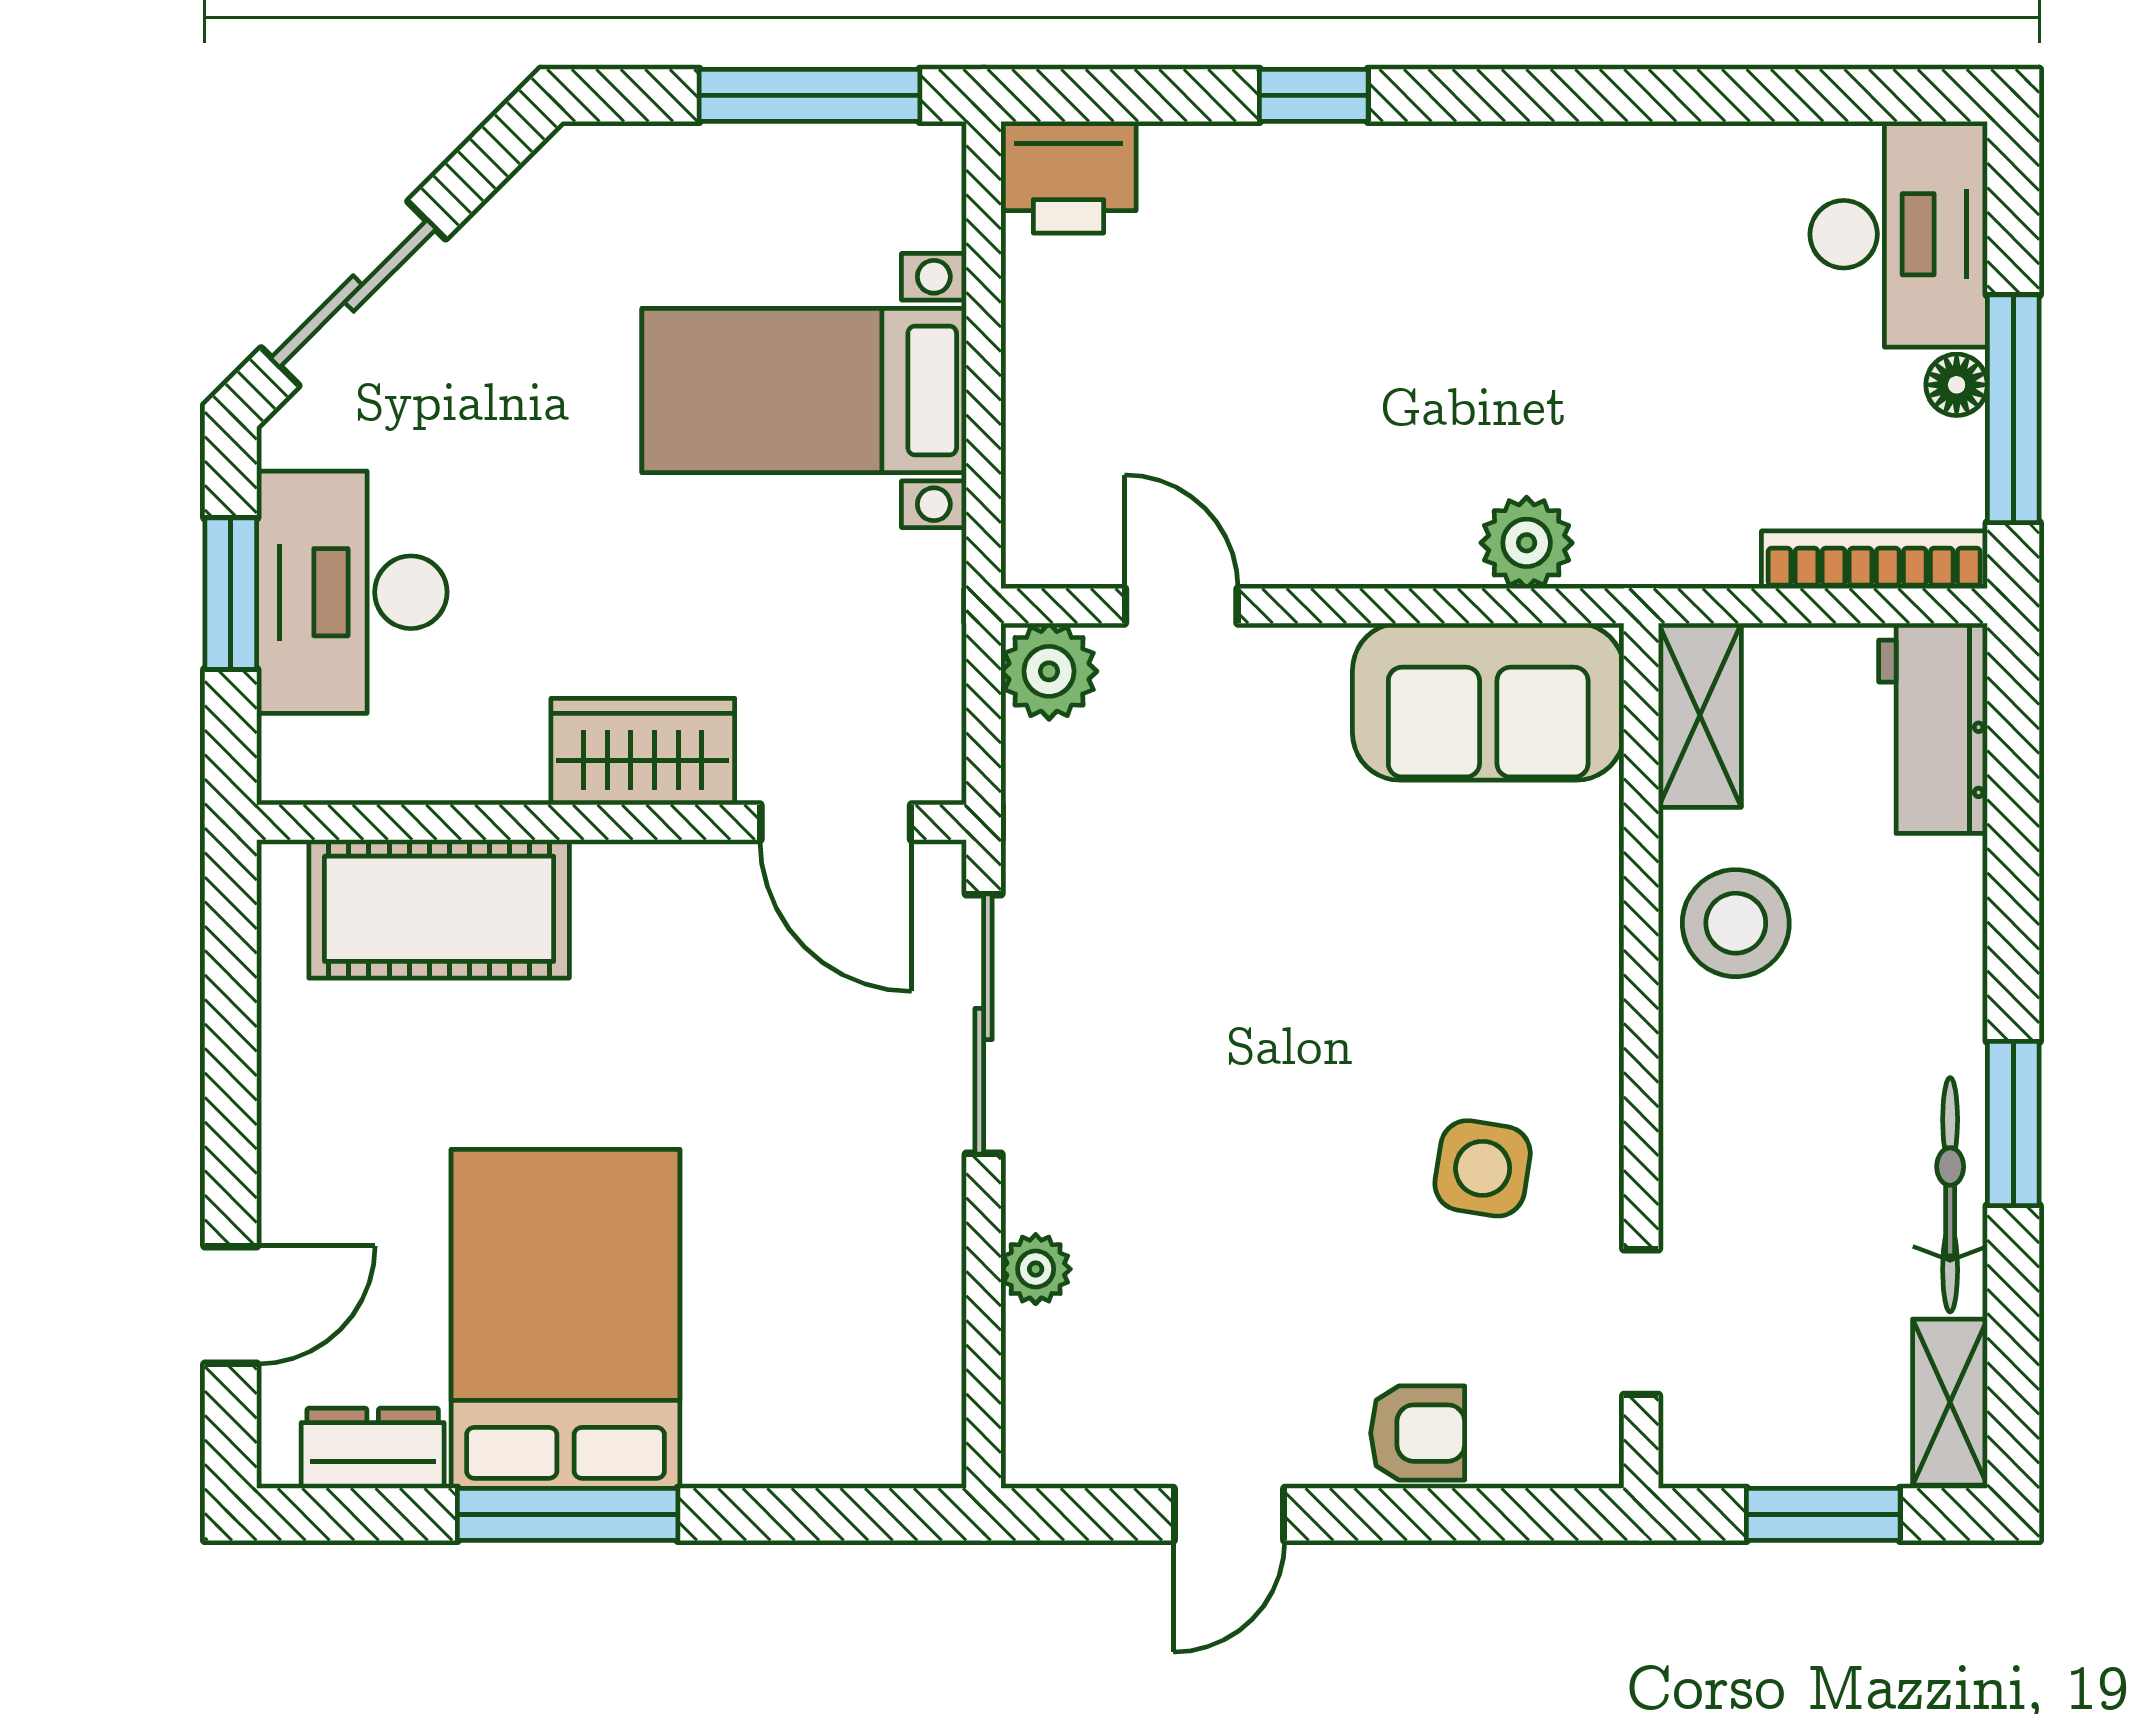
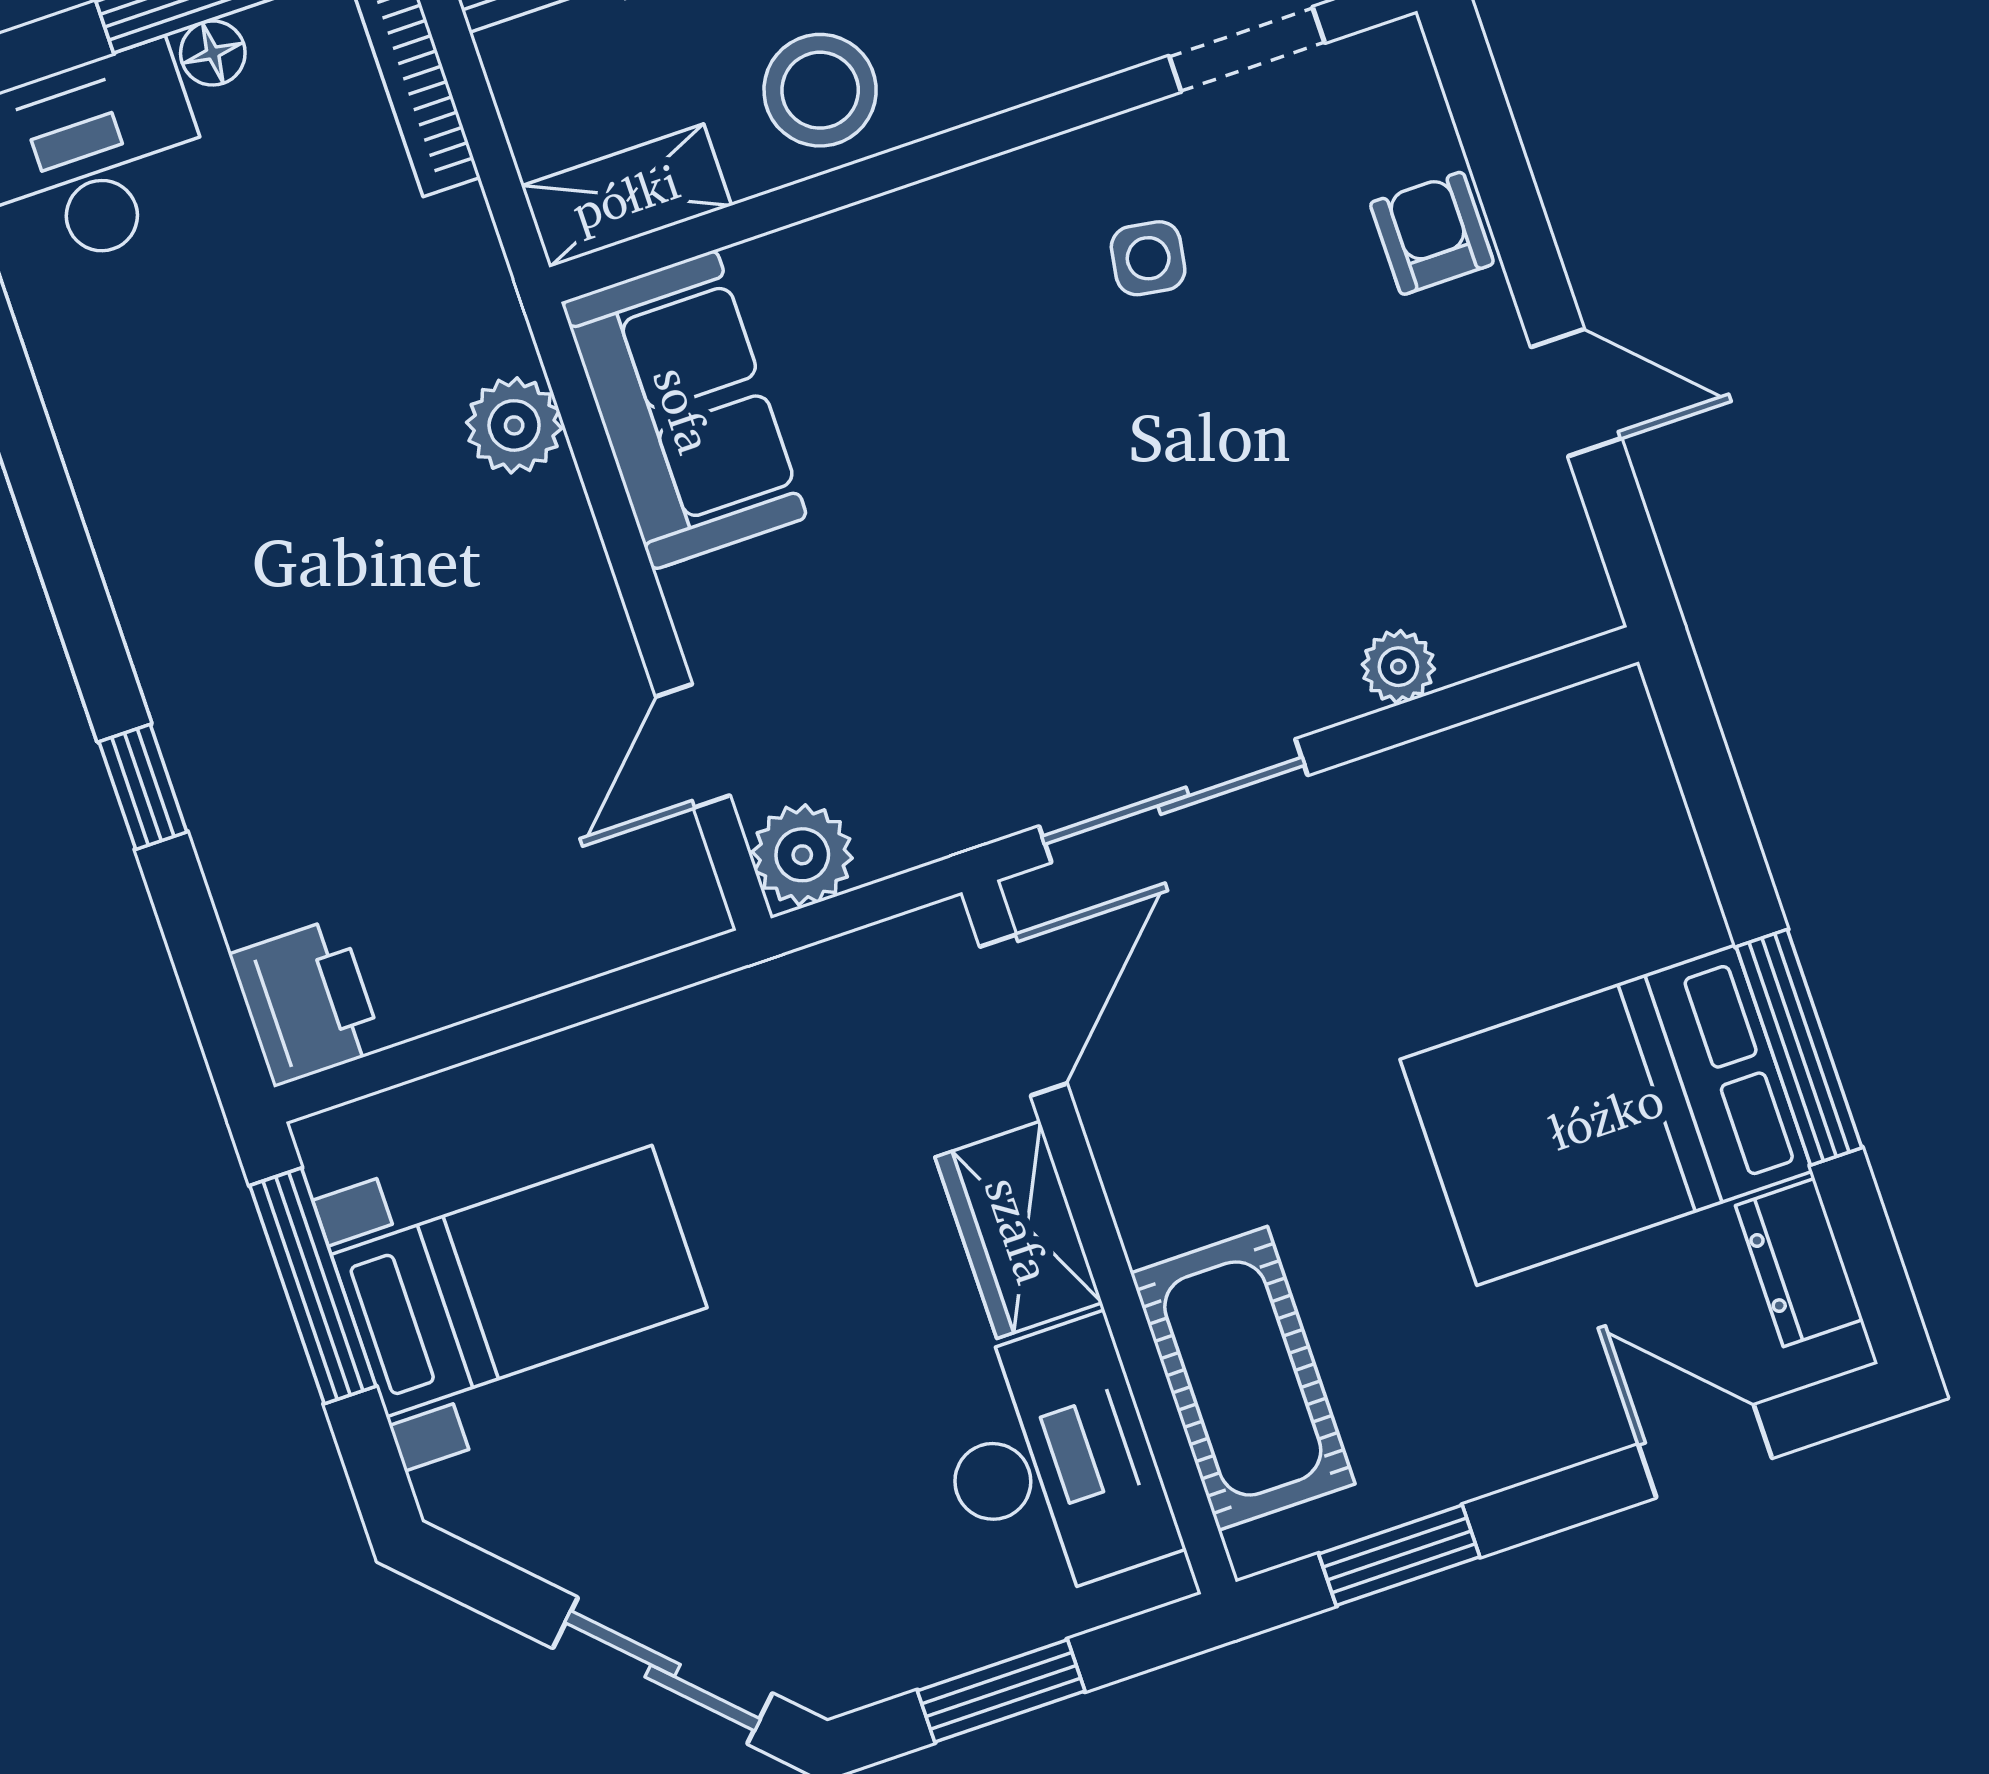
bed with nightstands: (804, 391) -> (519, 1281), moved, turned -90
desk: (352, 592) -> (1051, 1462), moved, turned -90
window: (231, 996) -> (1399, 1555), added
side table: (1483, 1168) -> (1148, 258), width x0.73, depth x0.73

